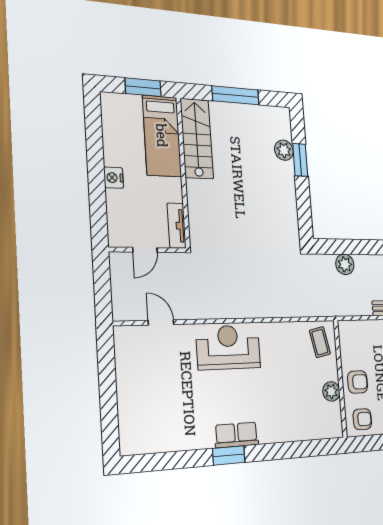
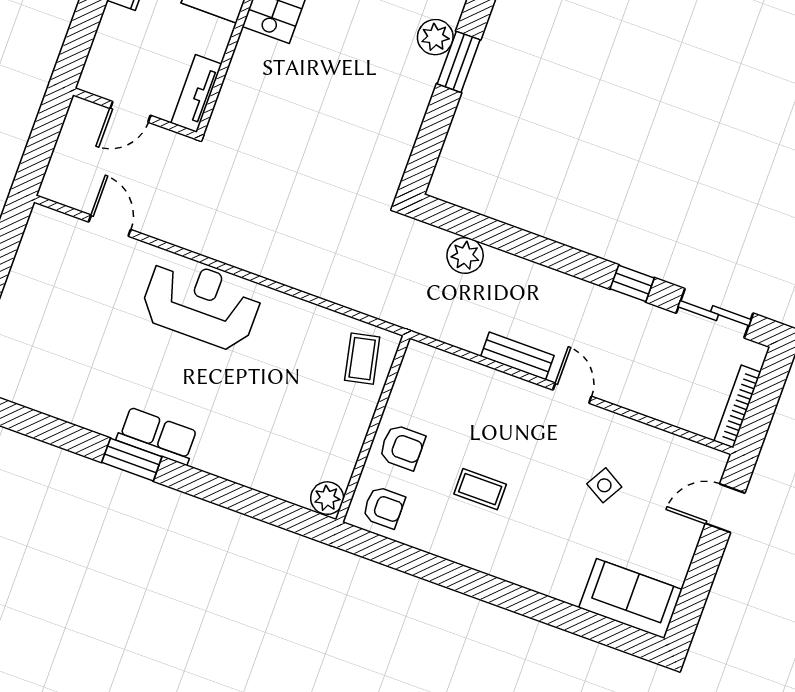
plant: (331, 391) -> (327, 498), moved

